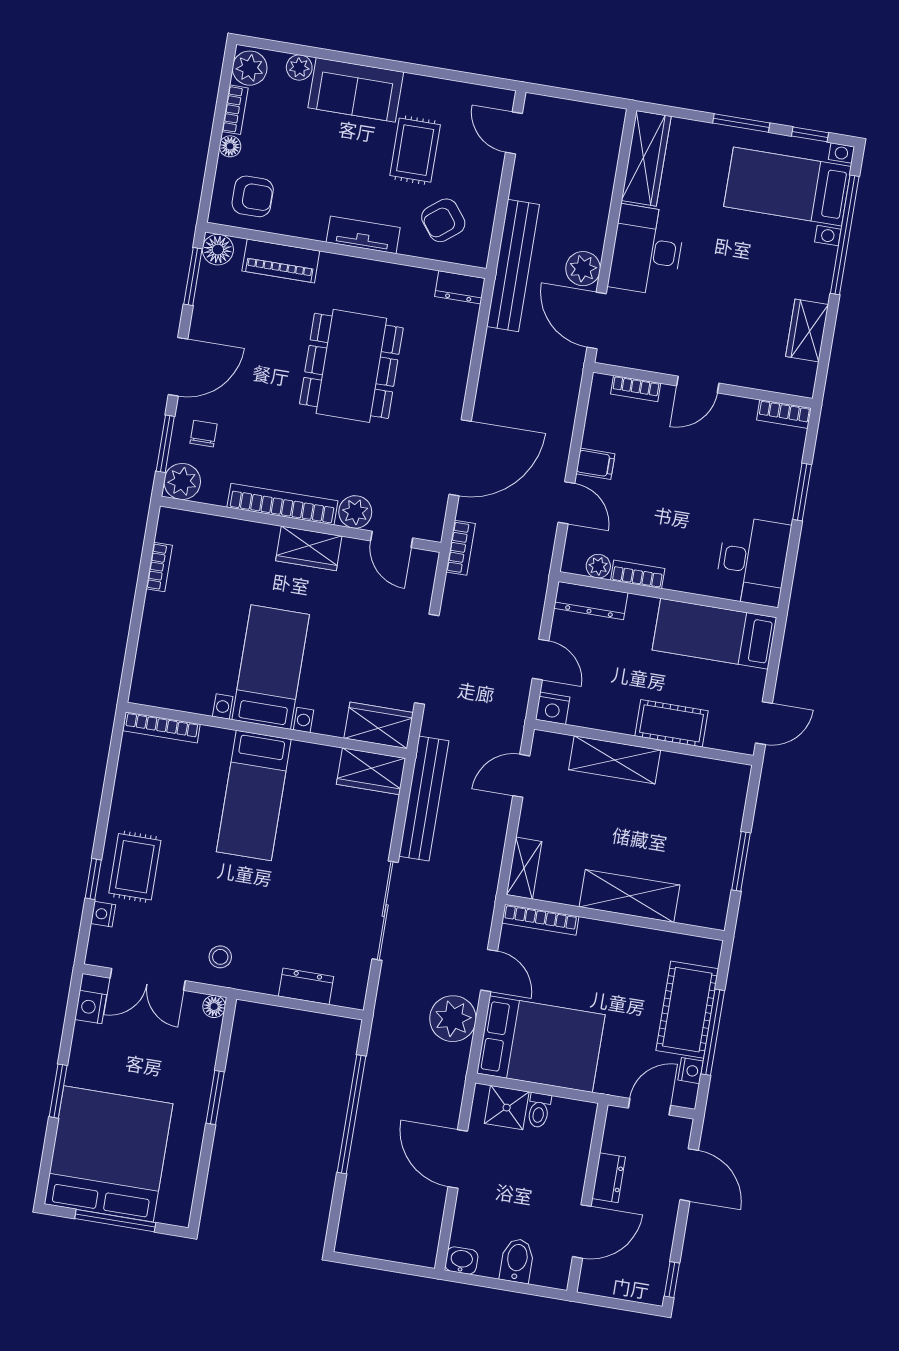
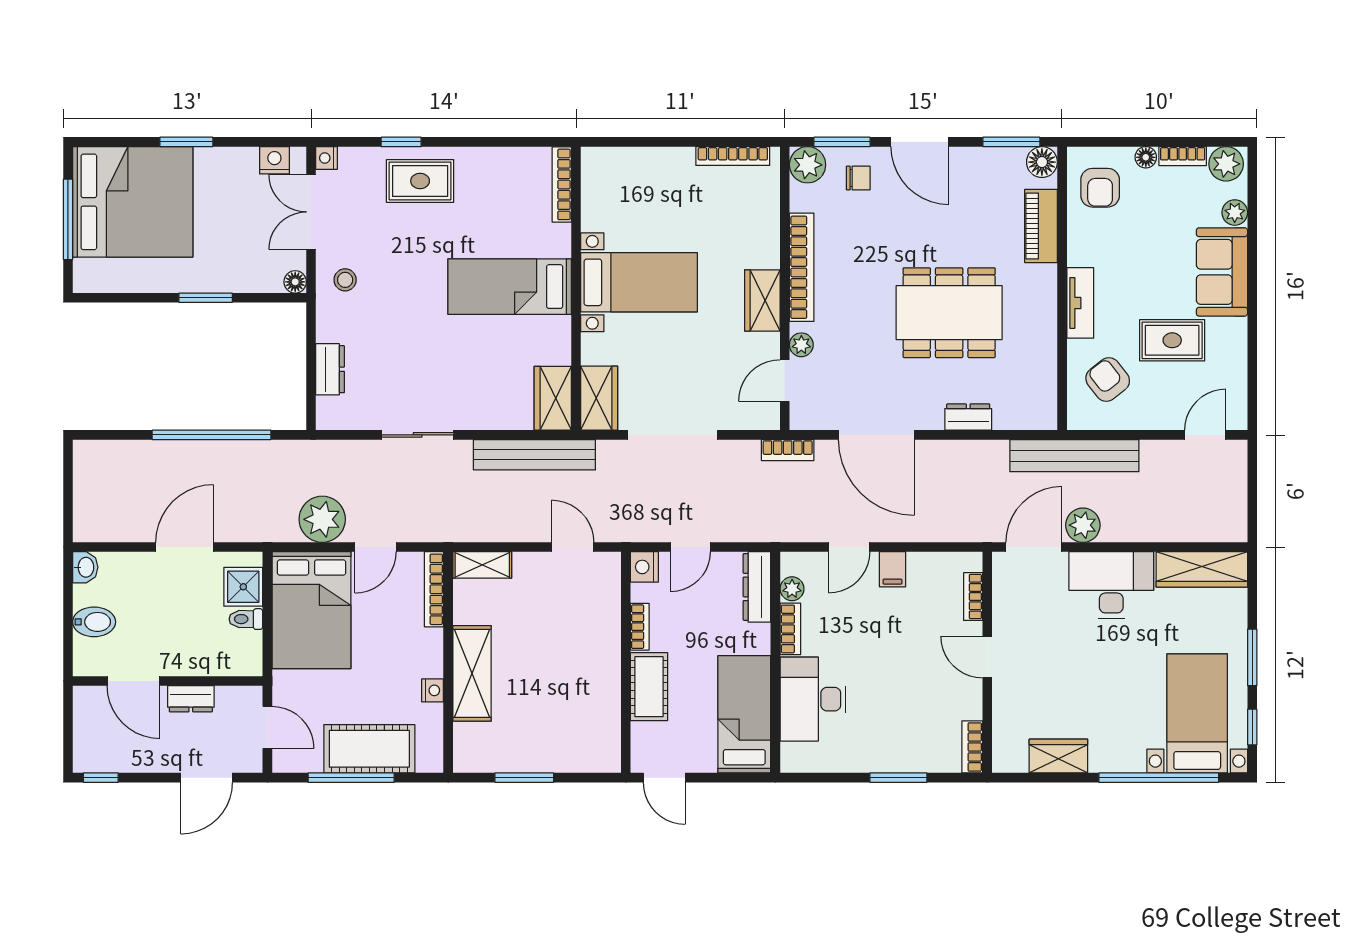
dresser: (460, 287) -> (968, 417), moved, turned 90
plant: (355, 512) -> (801, 345), width x0.73, depth x0.73
desk: (753, 561) -> (813, 699), moved, turned 90
bookcase: (159, 567) -> (733, 156), width x1.56
bookcase: (611, 723) -> (640, 627), added
shelving: (615, 760) -> (604, 637), removed
sliding door: (385, 911) -> (418, 435), width x0.73
nightstand: (103, 914) -> (326, 158), moved, turned -90
nightstand: (691, 1071) -> (433, 690), moved, turned -90

